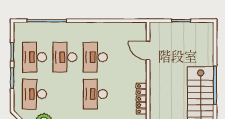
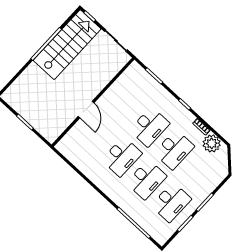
door: (148, 51) -> (86, 110), moved
desk: (35, 94) -> (174, 150), moved
locker: (142, 99) -> (116, 88), removed

